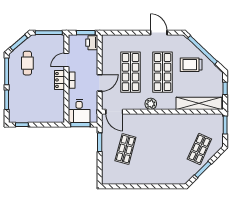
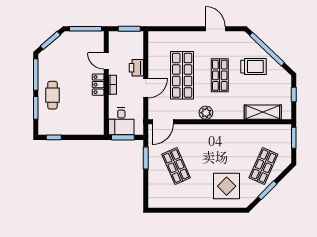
printer: (92, 43) -> (136, 68), moved
door: (66, 60) -> (106, 61), hinge flipped
cafe table: (27, 63) -> (53, 95), moved
trolley: (191, 65) -> (254, 67), turned 180
shop shelf: (162, 72) -> (220, 75), width x0.70, depth x0.74
shelving: (199, 103) -> (263, 112), width x0.68
door: (114, 112) -> (163, 122), hinge flipped
shop shelf: (125, 149) -> (176, 166), turned -39
display table: (168, 166) -> (227, 186), added

